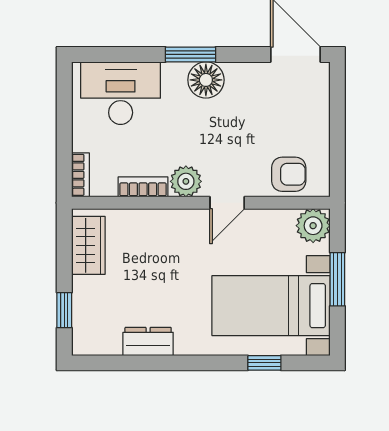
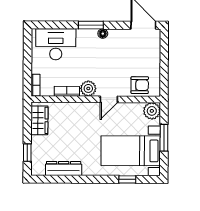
floor lamp: (206, 80) -> (103, 34), width x0.53, depth x0.53
dresser: (148, 341) -> (64, 168), width x1.44

